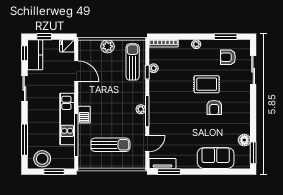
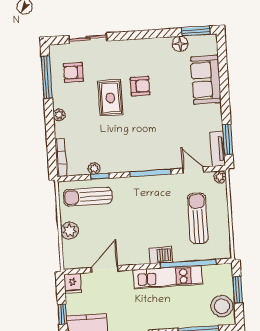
window: (226, 37) -> (47, 77), width x1.44
armchair: (228, 57) -> (73, 72), turned 90
plant: (141, 109) -> (220, 177), moved

